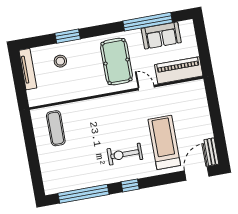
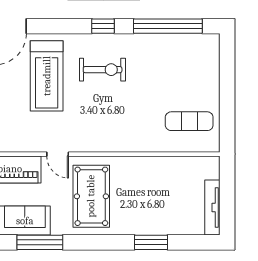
window: (148, 22) -> (40, 242), width x0.68
stool: (60, 61) -> (167, 210), removed
exercise mat: (56, 128) -> (189, 121), turned 90

